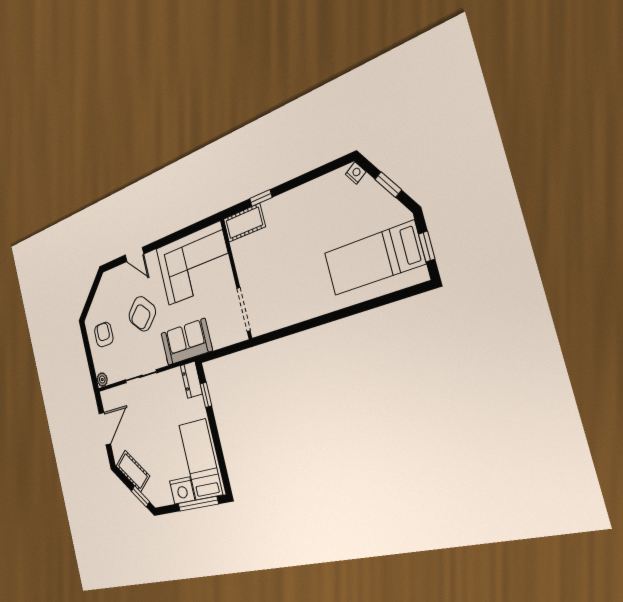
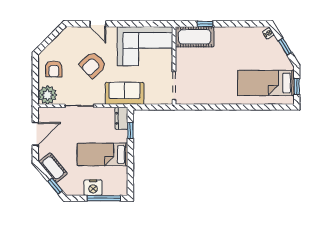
cot: (244, 223) -> (195, 37), width x1.37, depth x1.34
armchair: (104, 335) -> (54, 69), turned 180
plant: (102, 380) -> (47, 95), width x1.88, depth x1.88
bed: (201, 460) -> (103, 154), moved, turned -90

